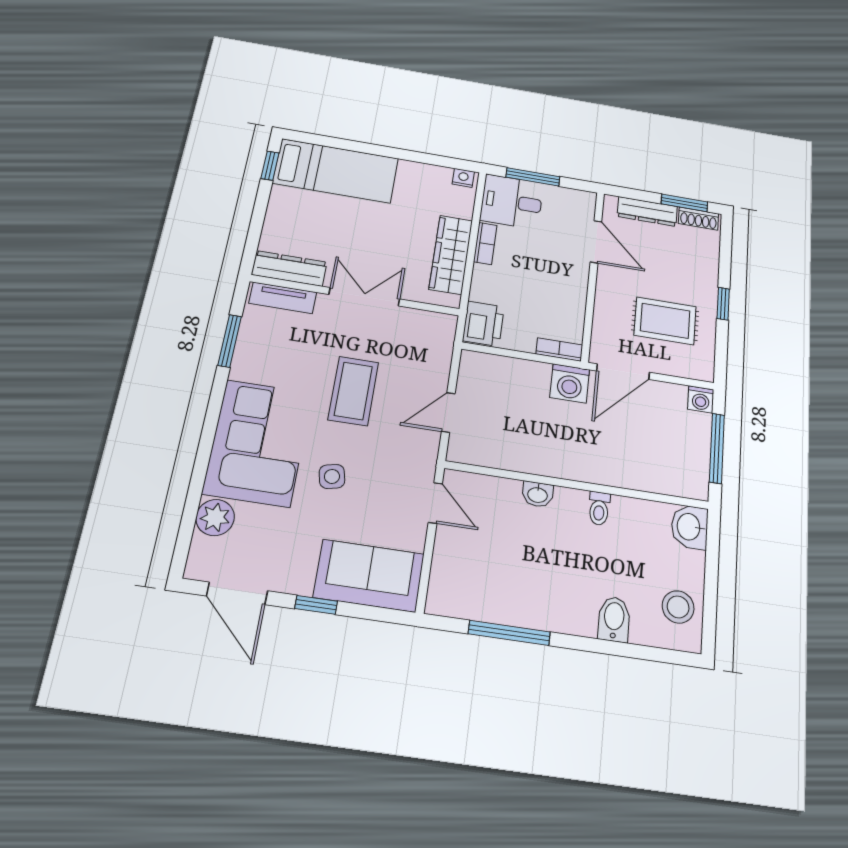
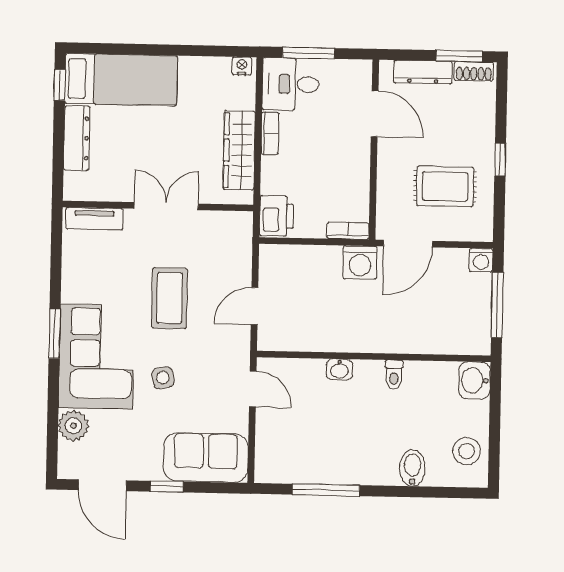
dresser: (289, 268) -> (77, 138), moved, turned 90
window: (230, 341) -> (55, 334), moved

